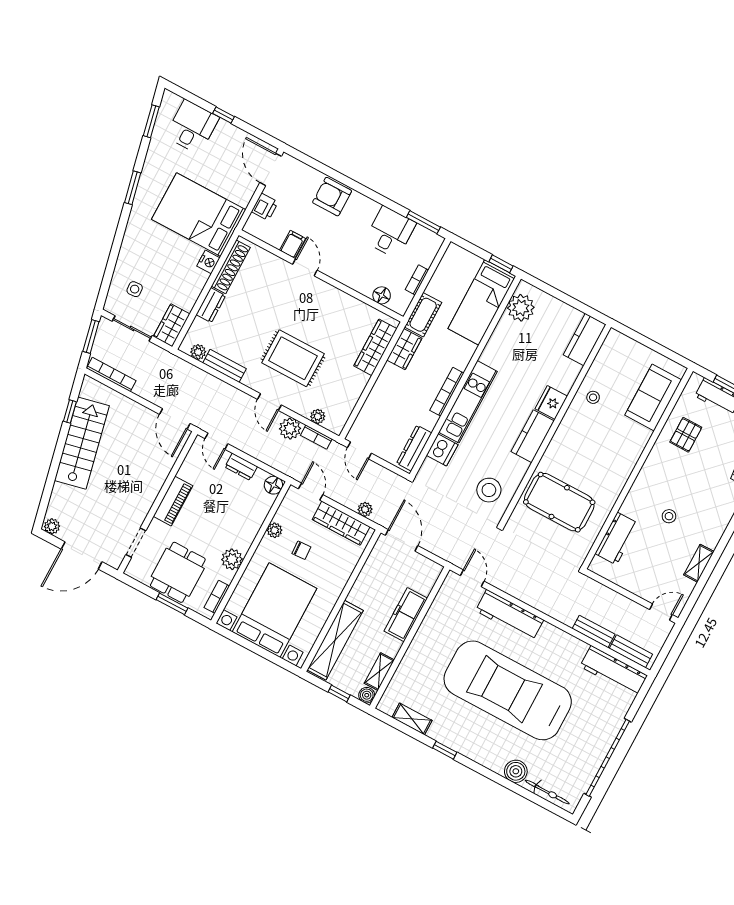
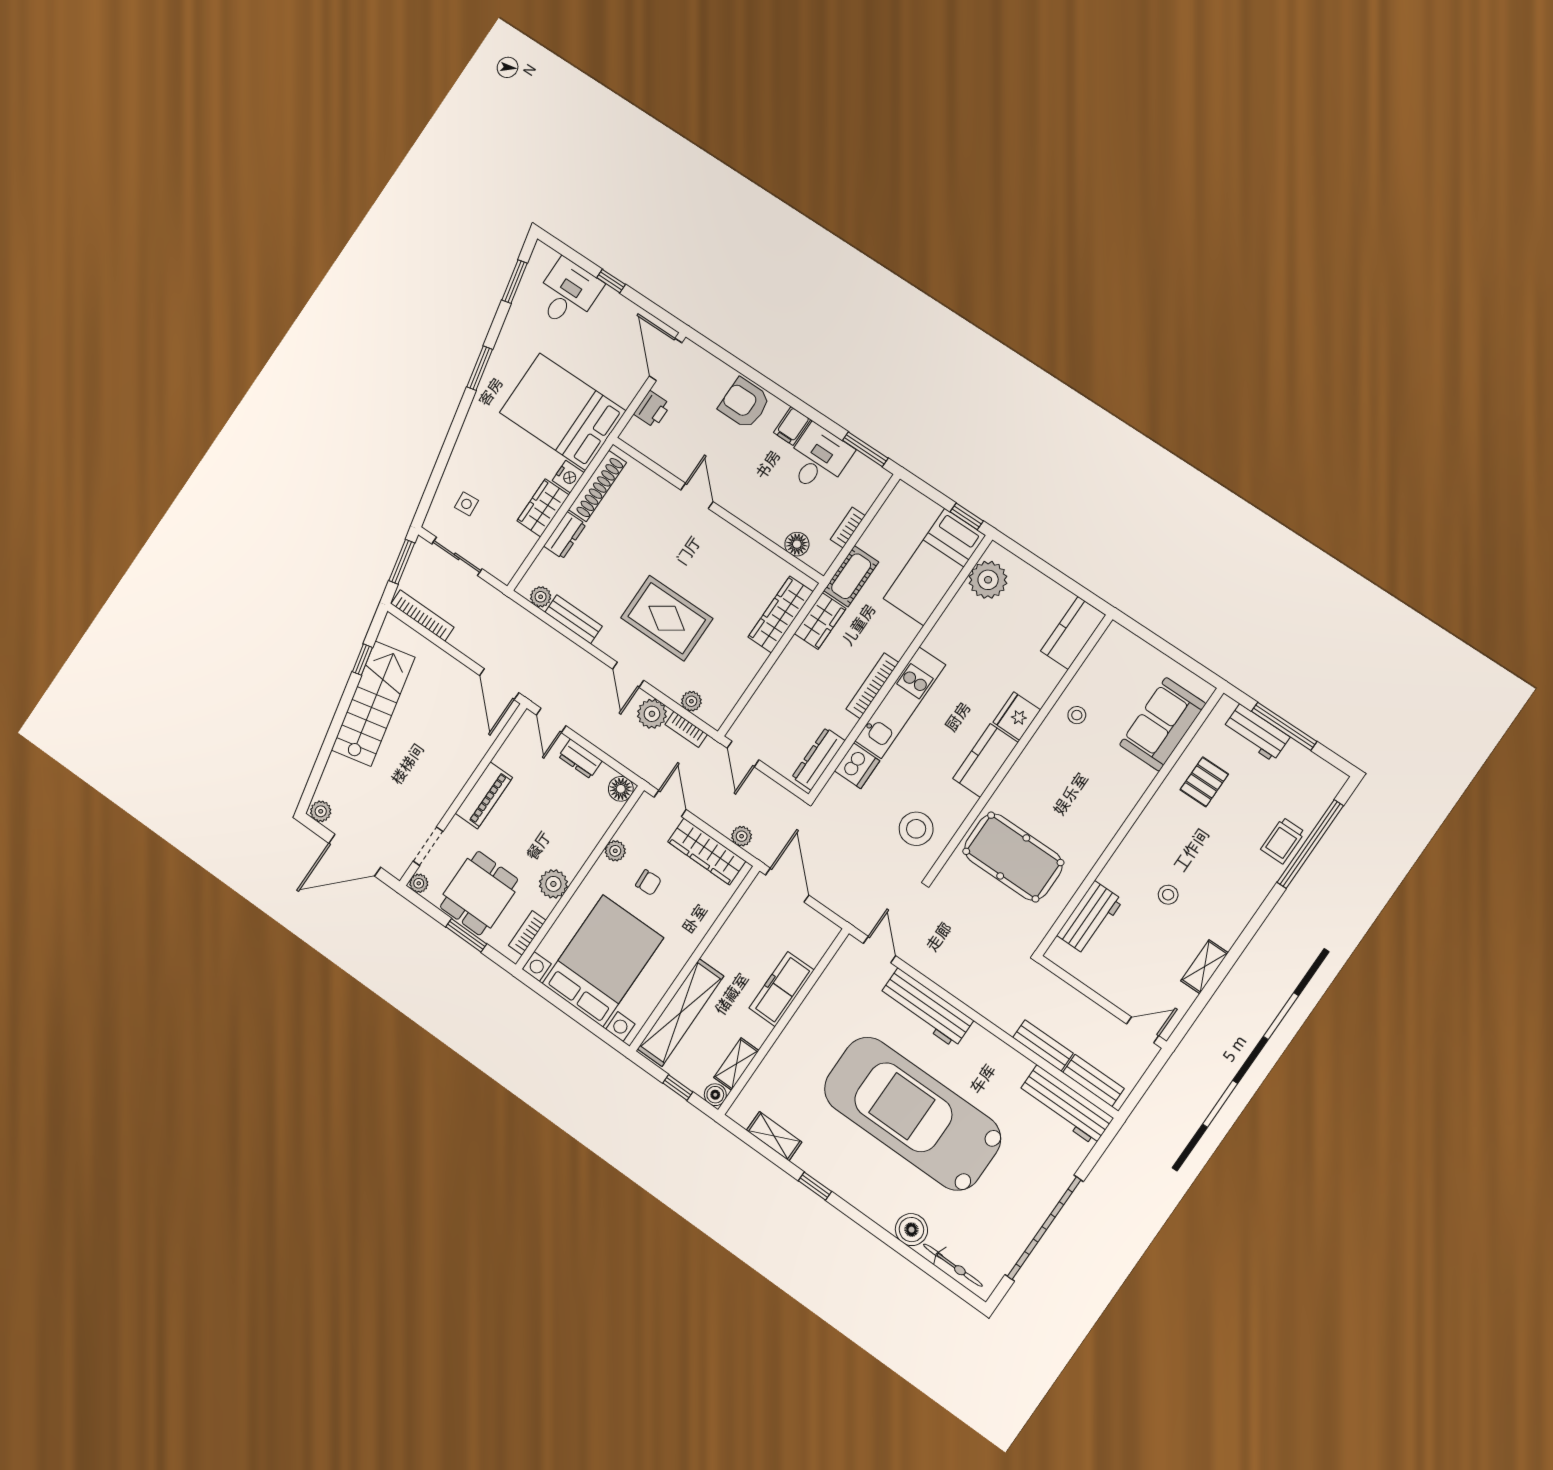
filing cabinet: (293, 244) -> (792, 426), moved, turned 180
wardrobe: (172, 325) -> (543, 508), moved
plant: (132, 570) -> (419, 883), added

